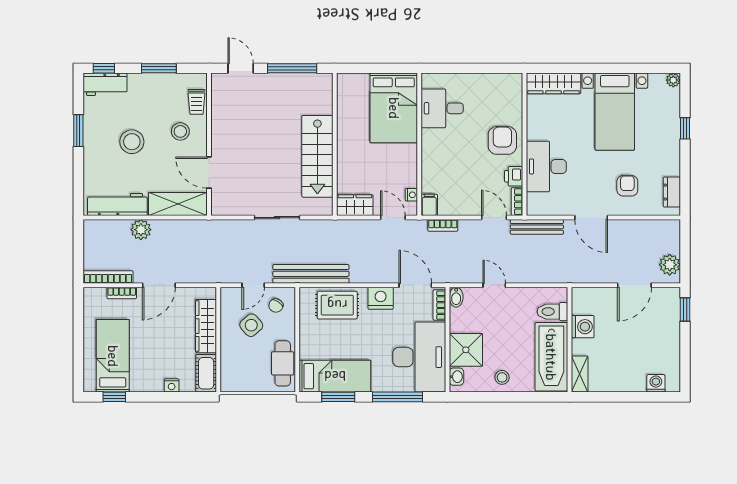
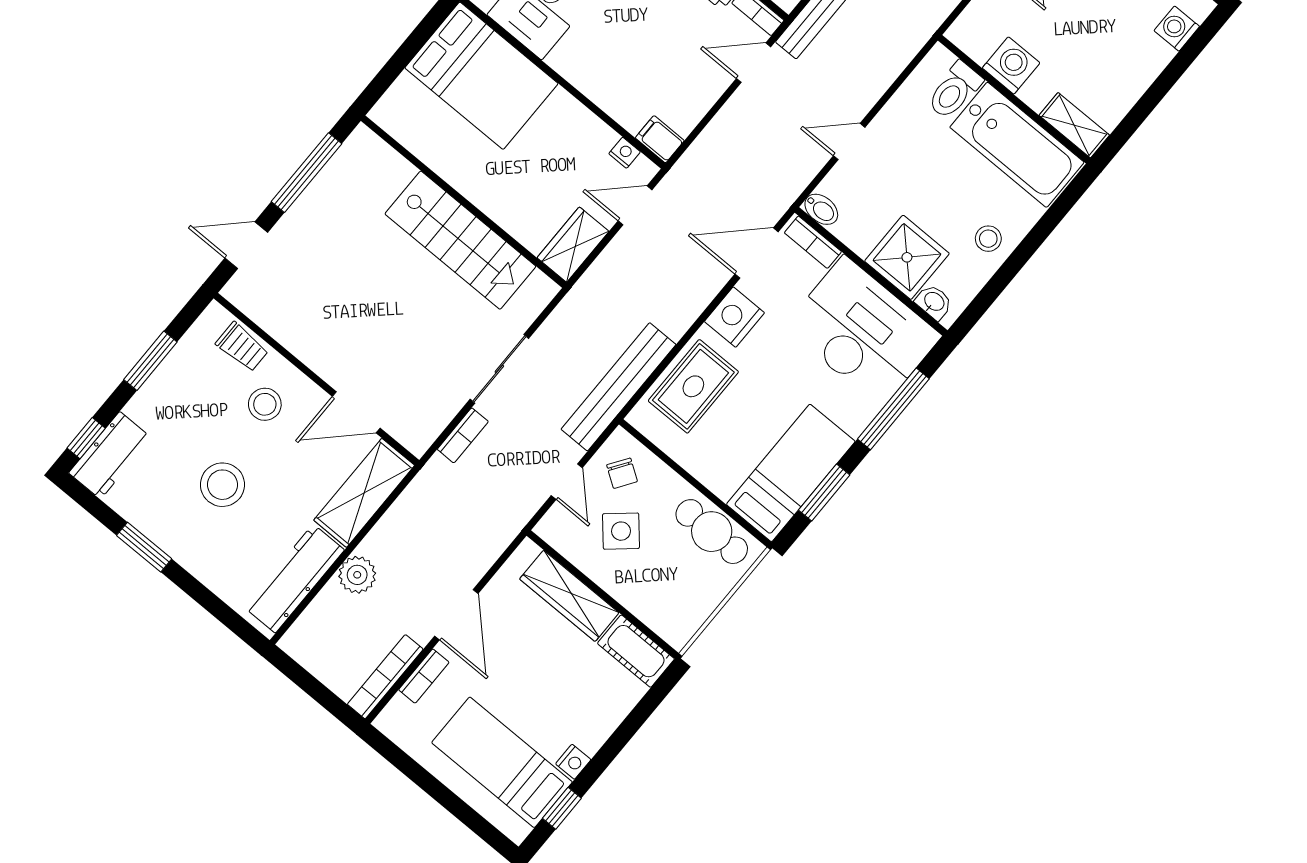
bookcase: (443, 225) -> (463, 435), moved
nightstand: (172, 385) -> (573, 762), moved

